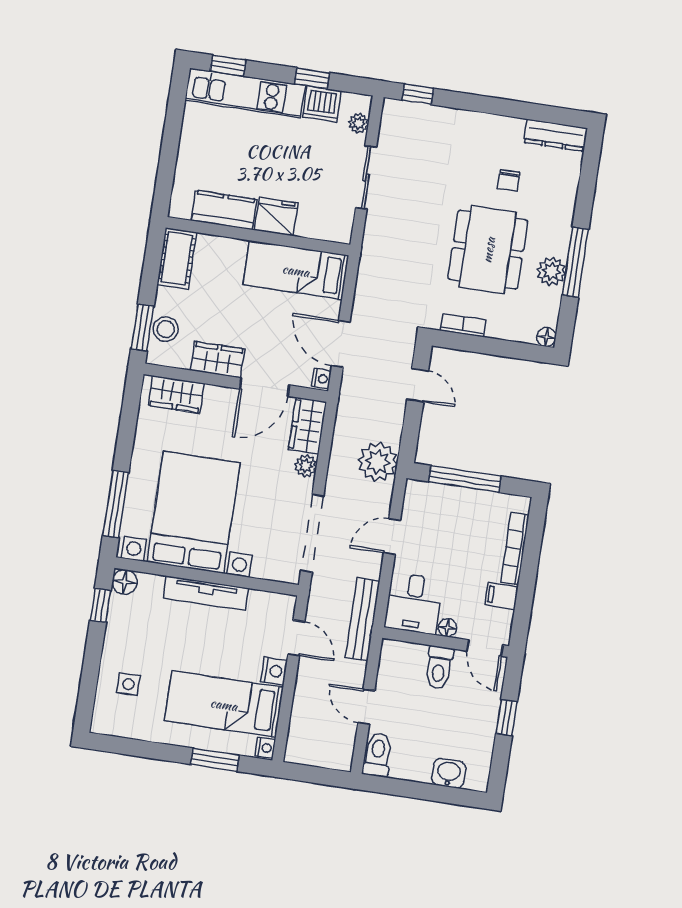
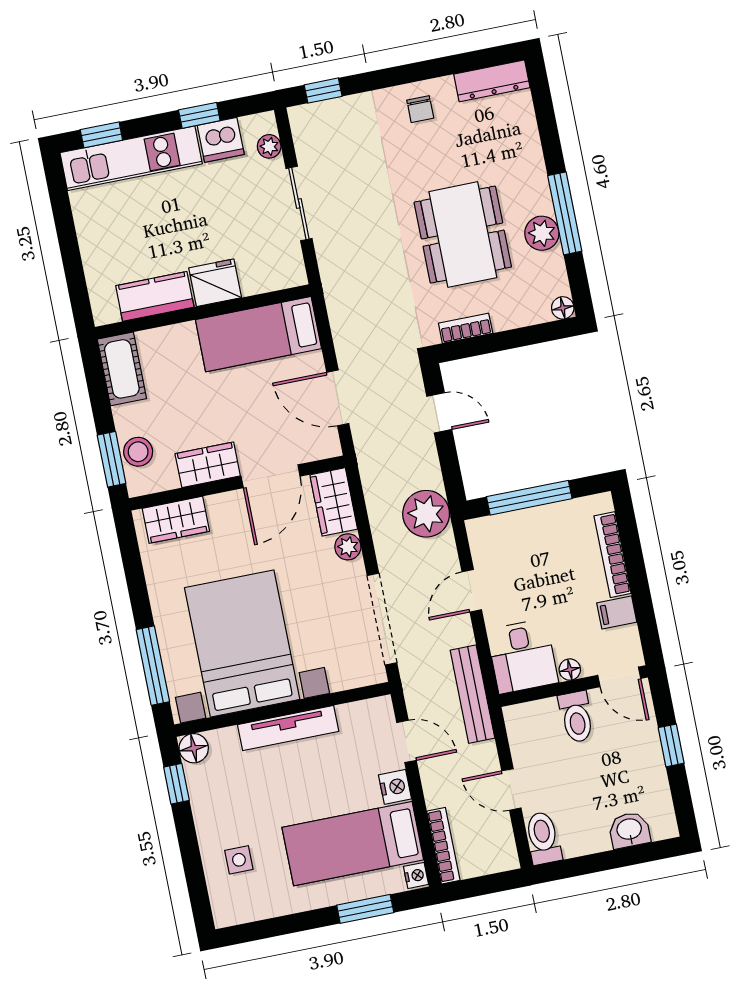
chair: (509, 180) -> (420, 109), moved
nightstand: (321, 379) -> (330, 444), removed
bookcase: (296, 732) -> (443, 846), added

